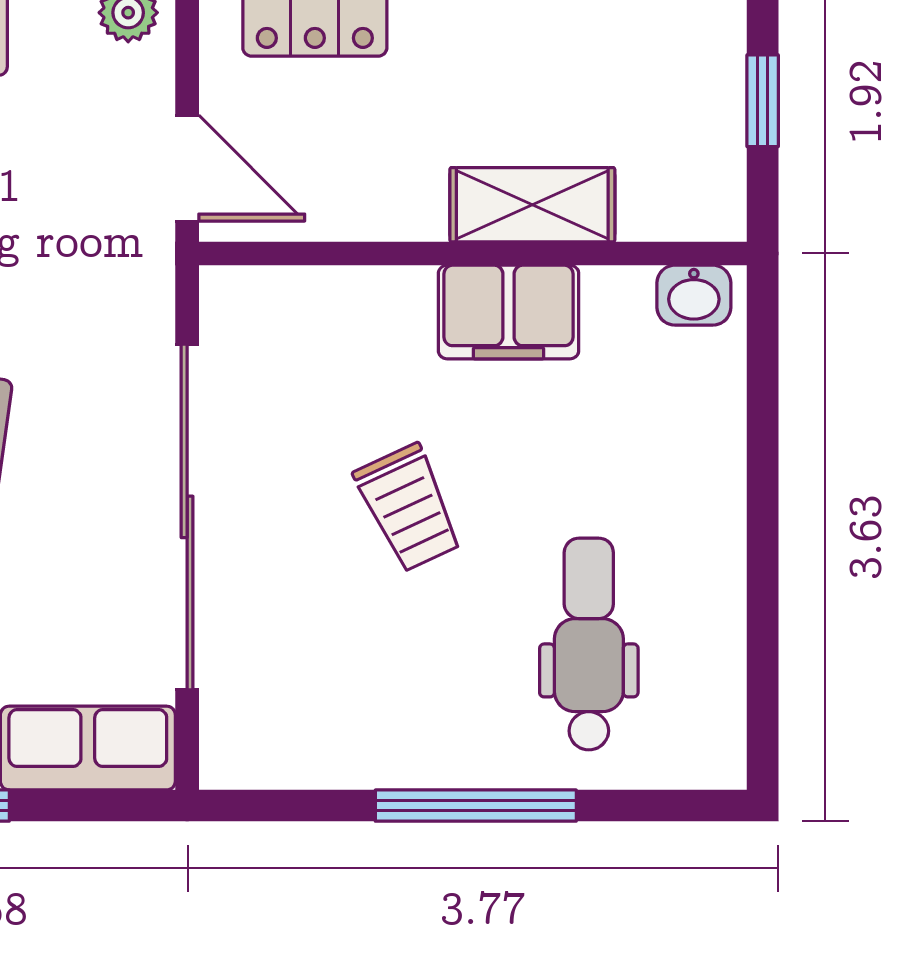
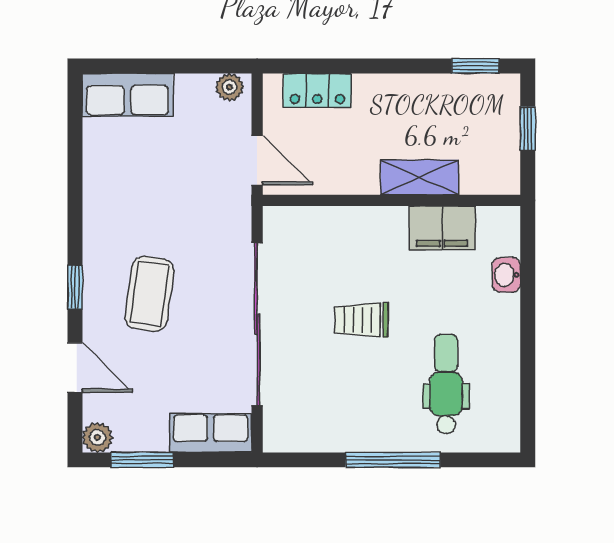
washbasin: (694, 295) -> (506, 275), moved, turned 90
filing cabinet: (509, 312) -> (442, 228), moved
trolley: (409, 508) -> (361, 320), turned 115

